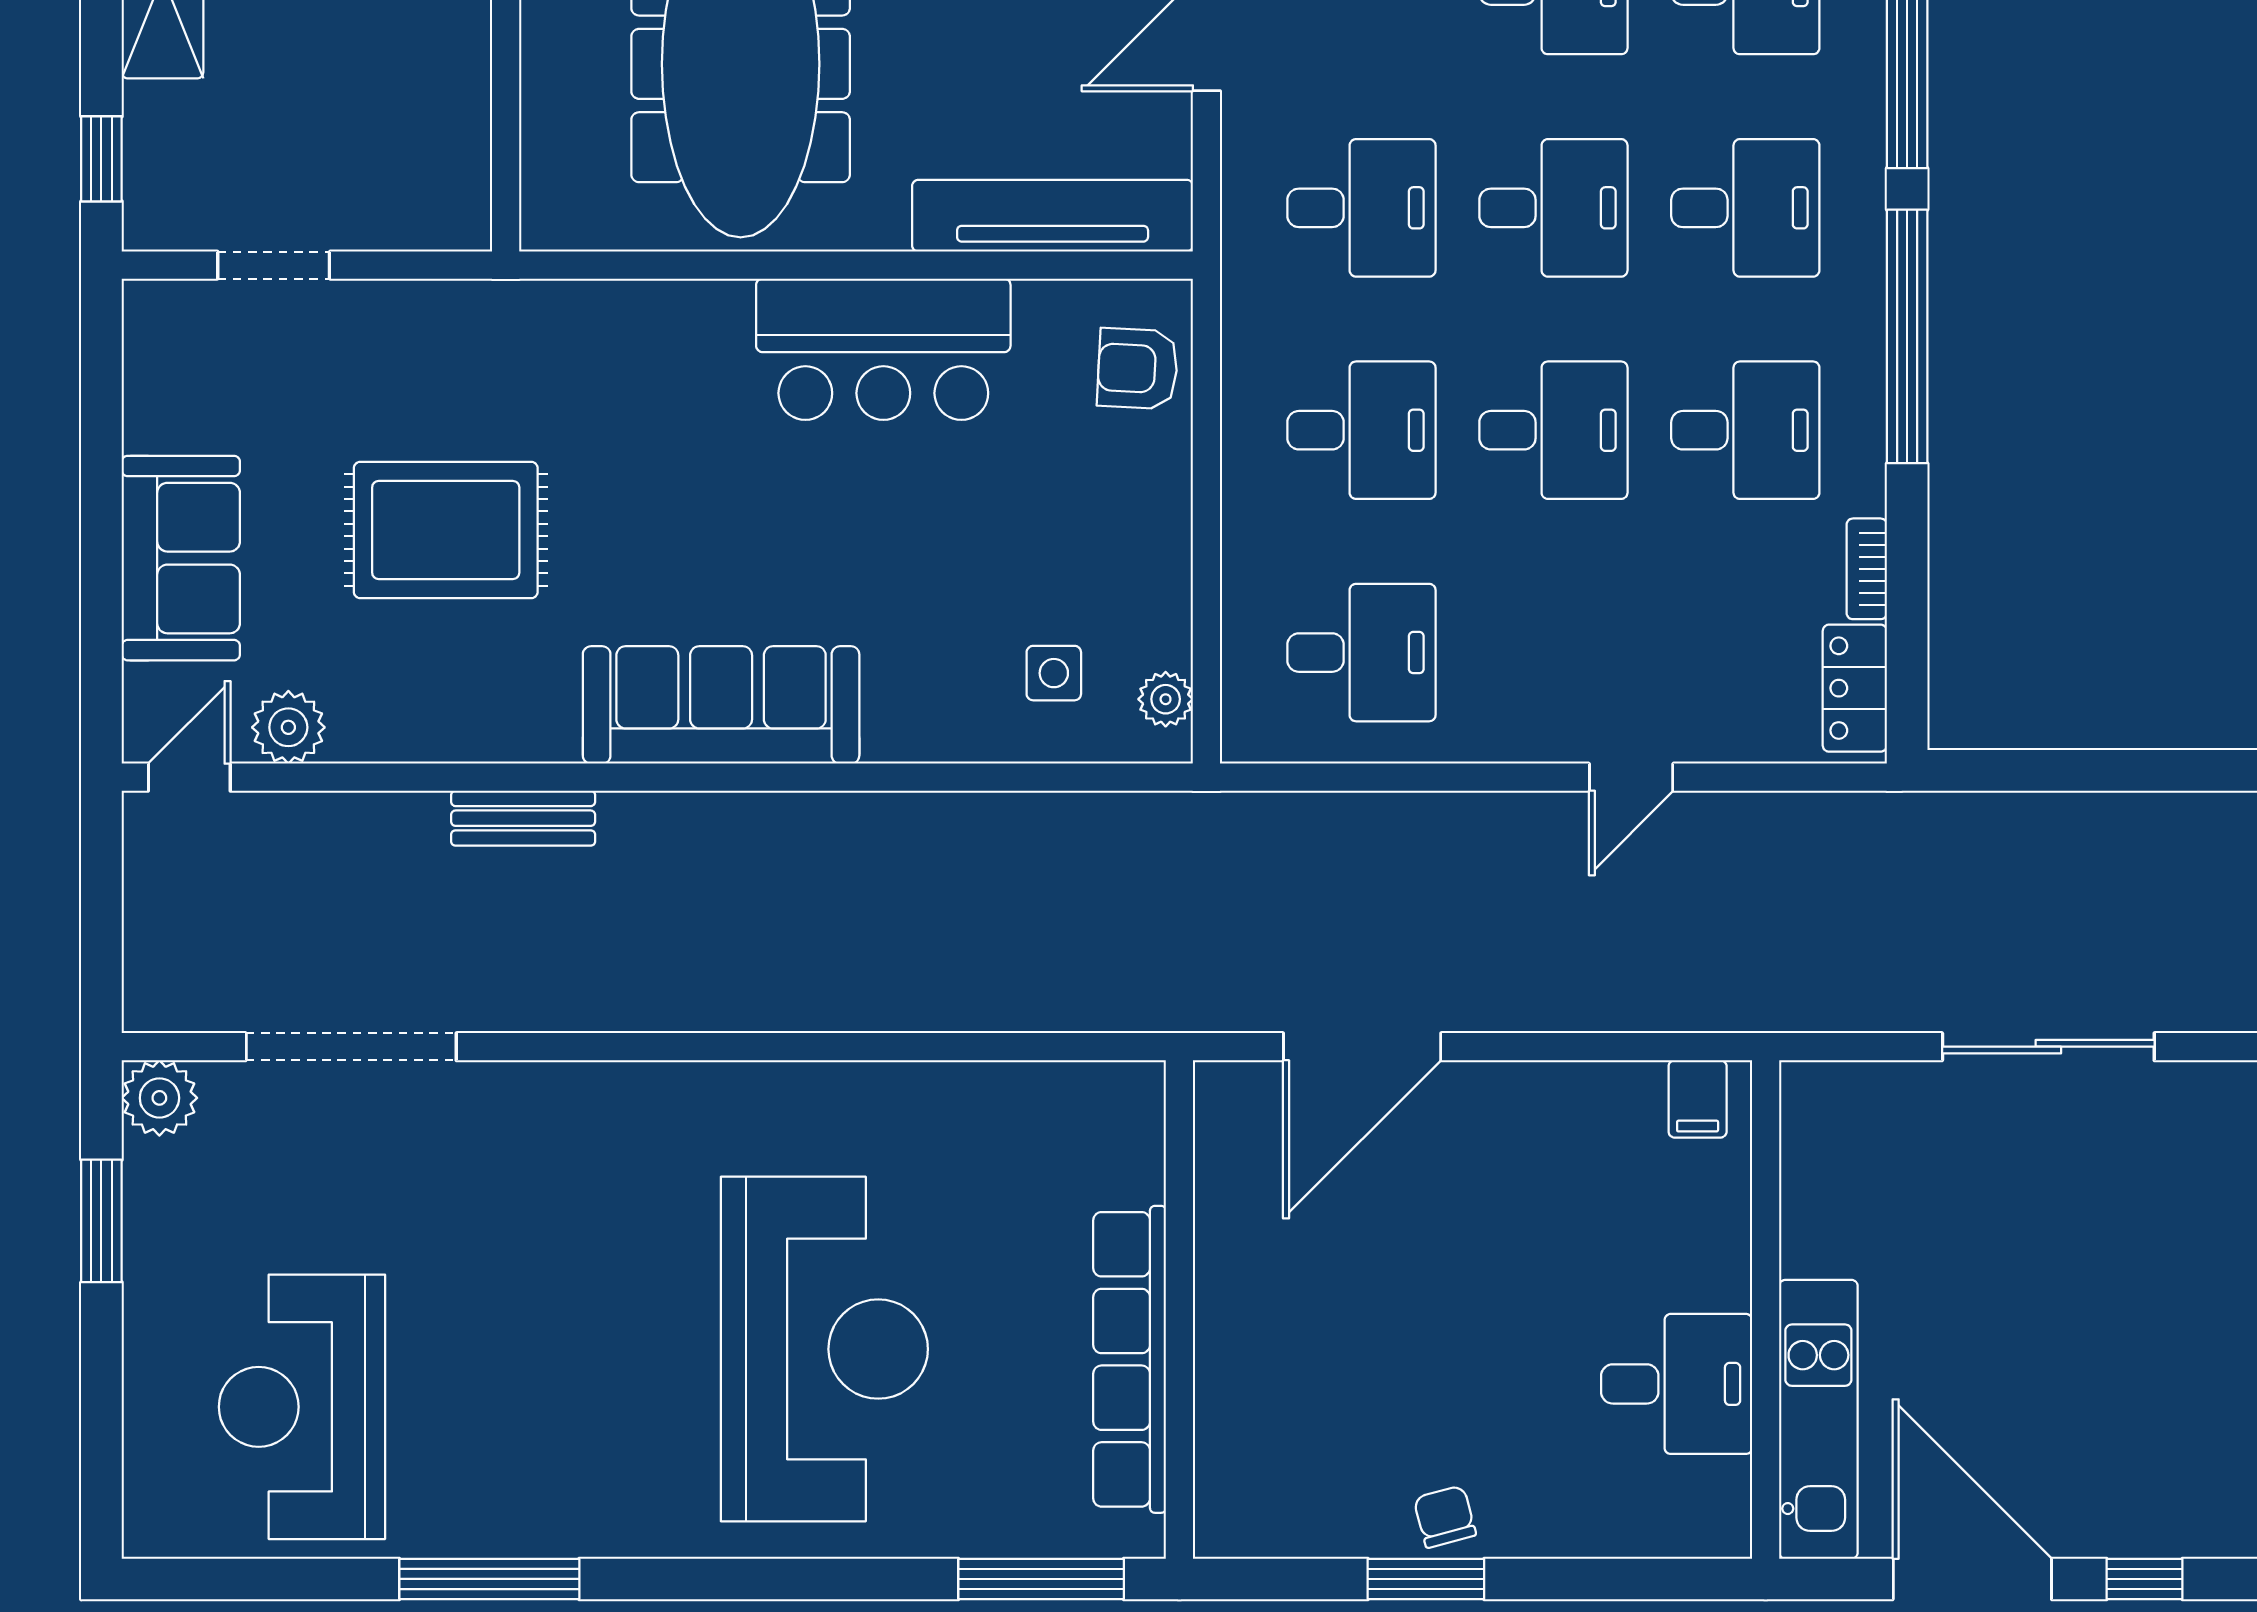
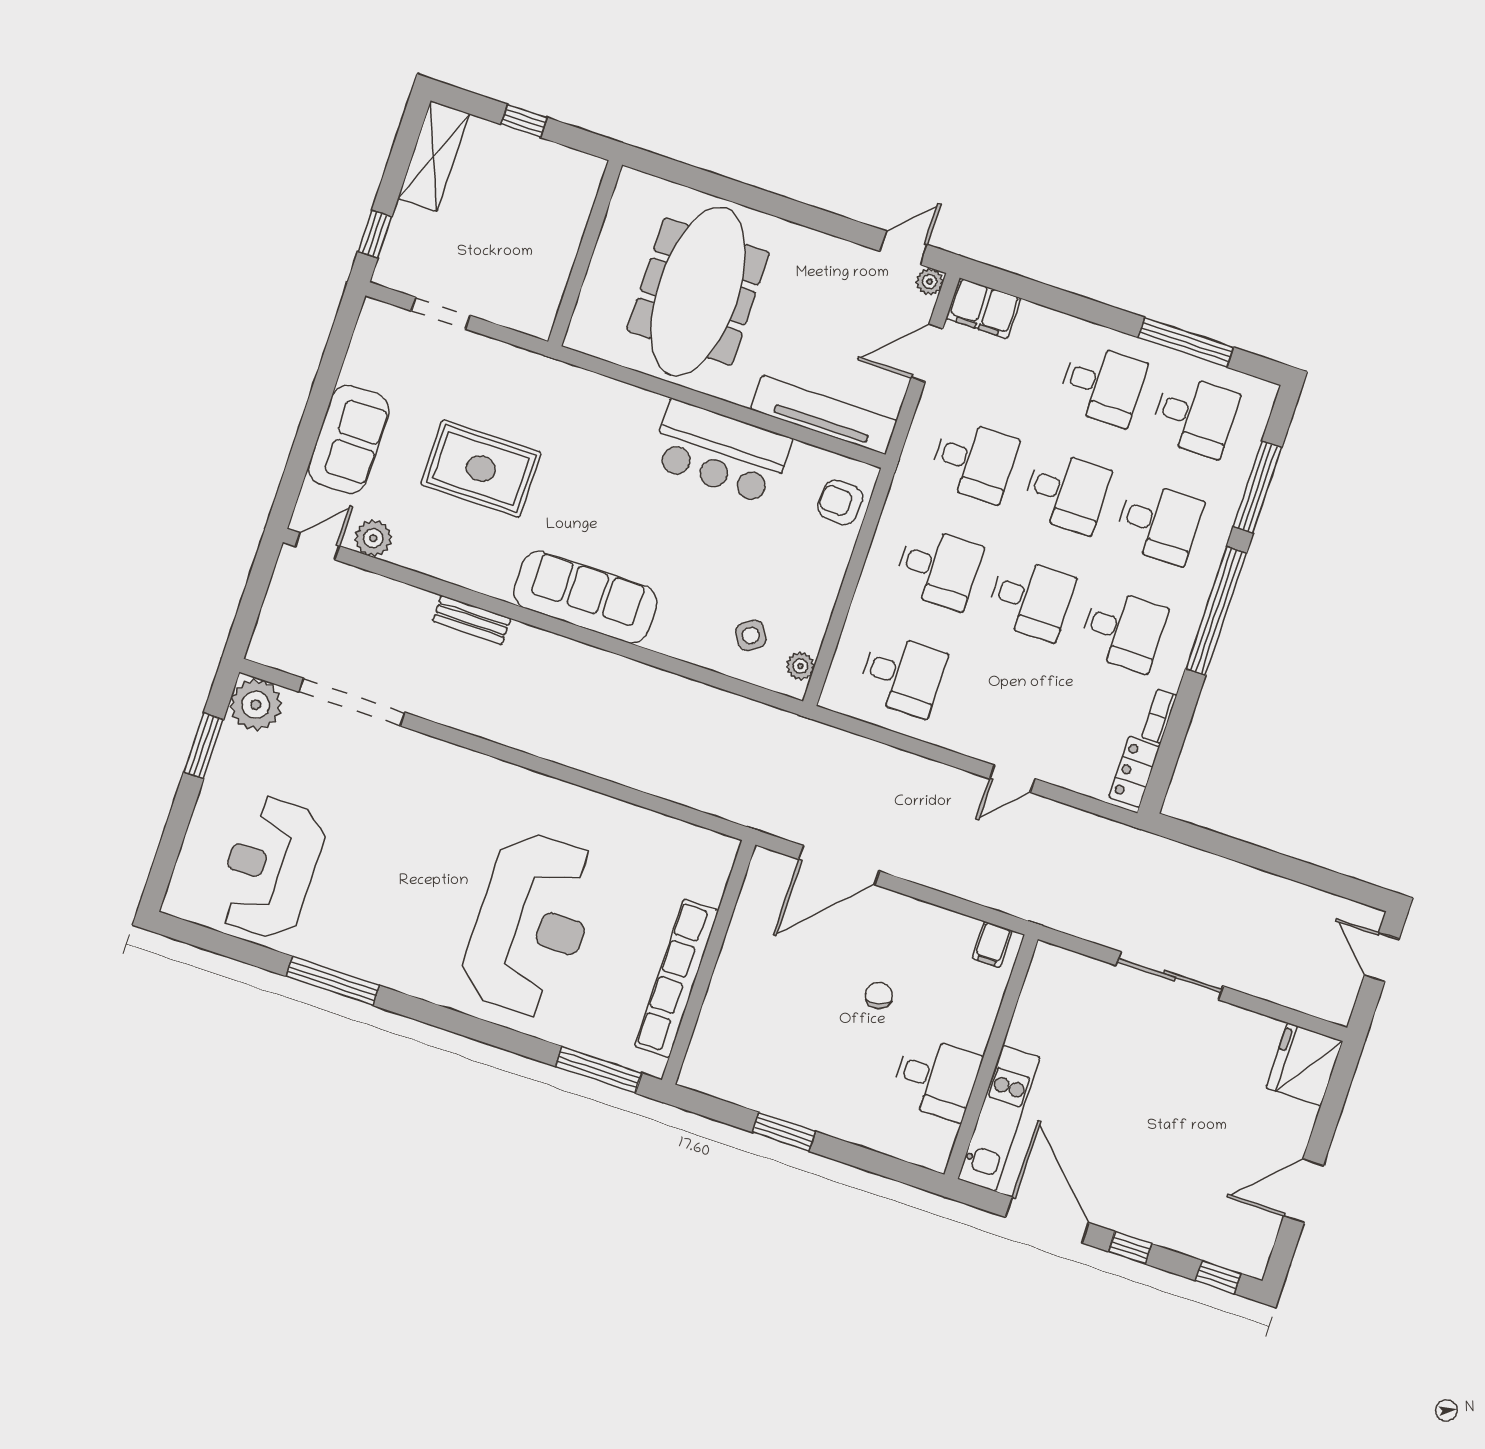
side table: (1054, 673) -> (751, 635), turned -33
plant: (159, 1098) -> (256, 705), width x1.36, depth x1.36
chair: (1445, 1517) -> (879, 995), moved

